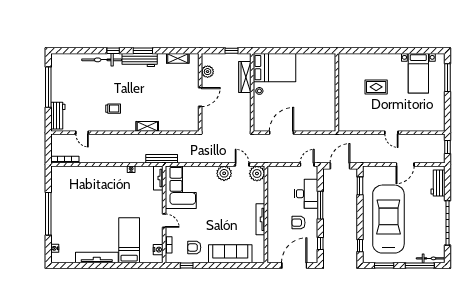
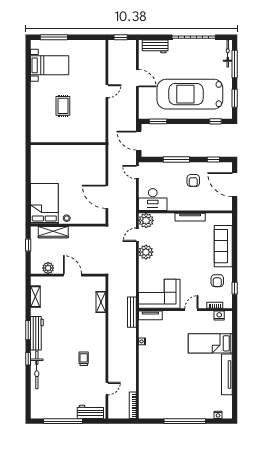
shelving: (147, 126) -> (101, 302), moved
desk: (306, 194) -> (153, 200), moved, turned 180

